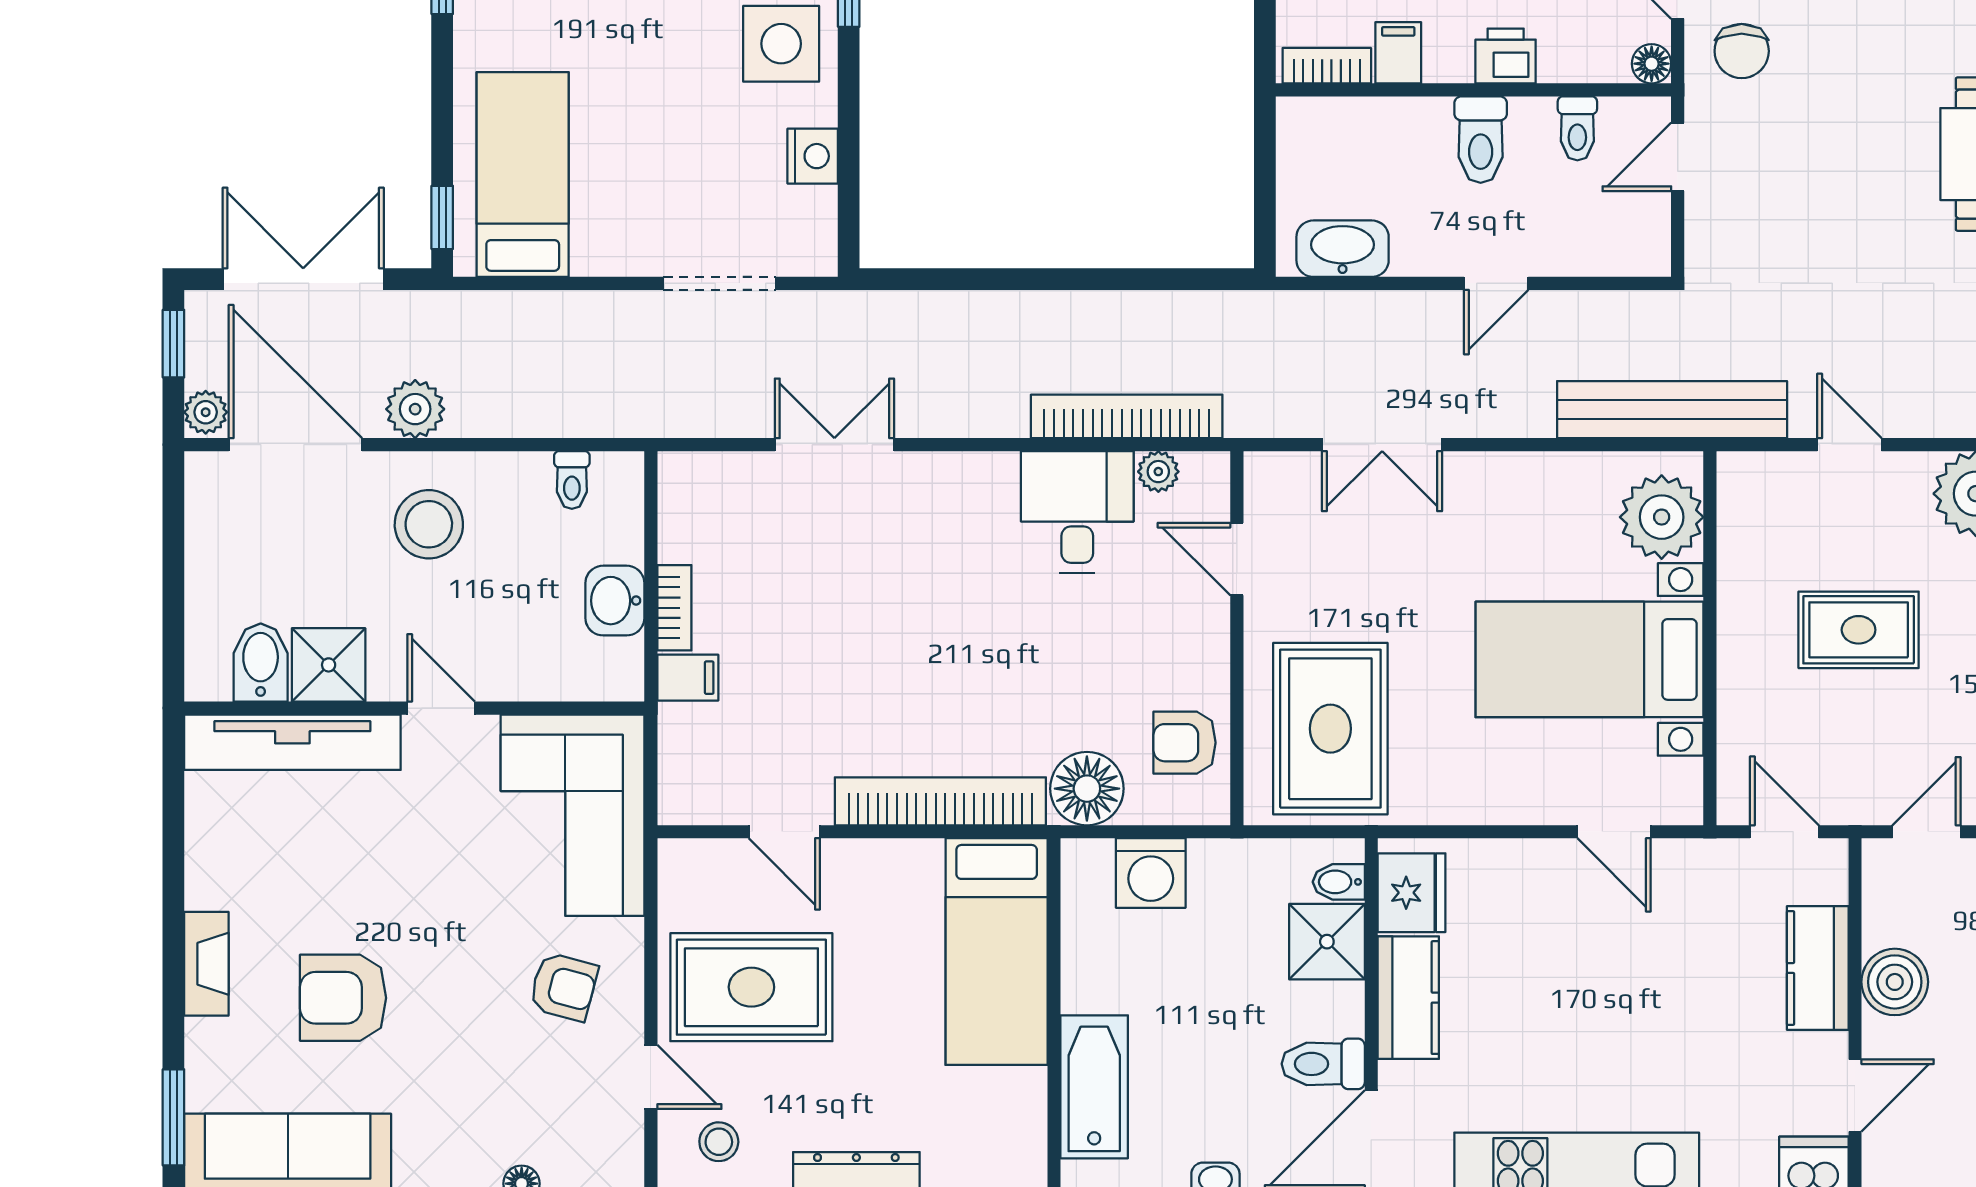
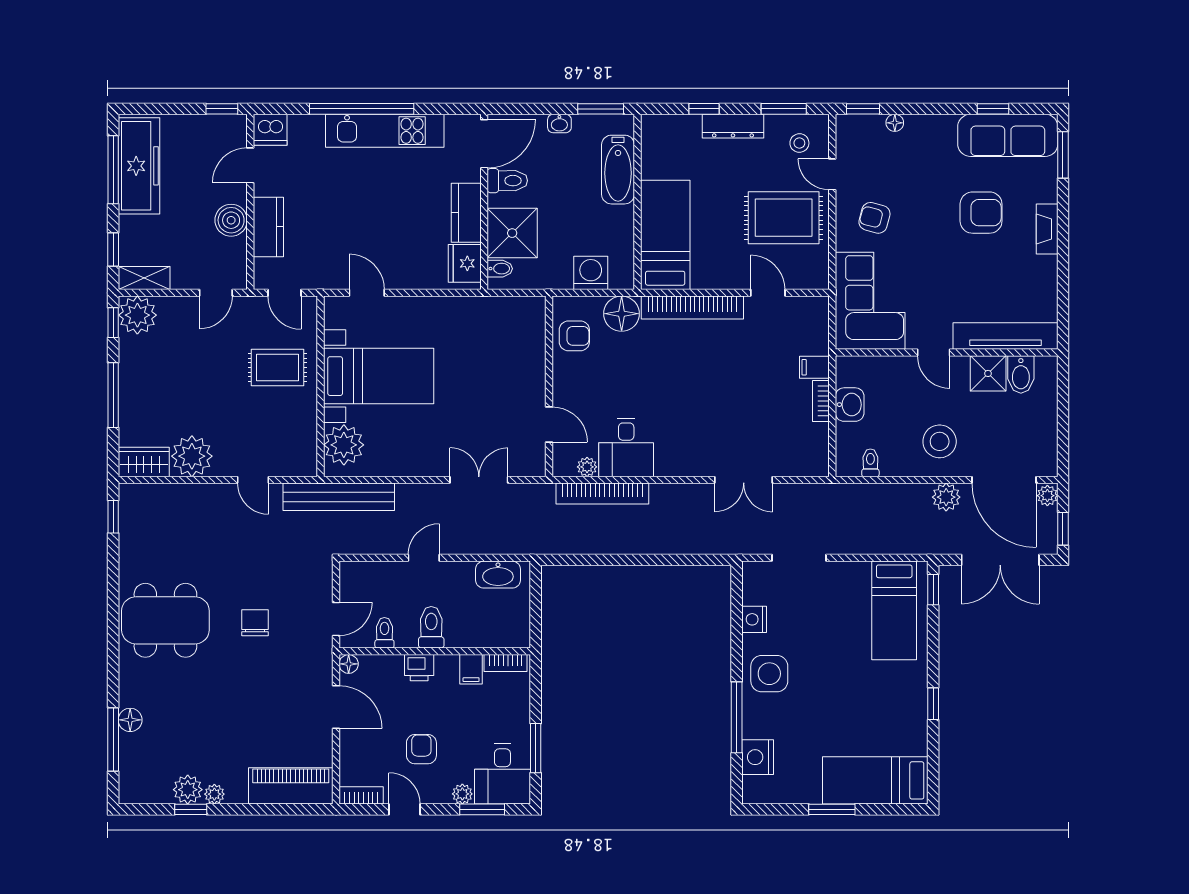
chair: (1742, 51) -> (255, 623), moved
rug: (1859, 630) -> (278, 368), moved
rug: (1330, 729) -> (504, 343), removed
shower: (1327, 942) -> (512, 233), width x1.36, depth x1.36

